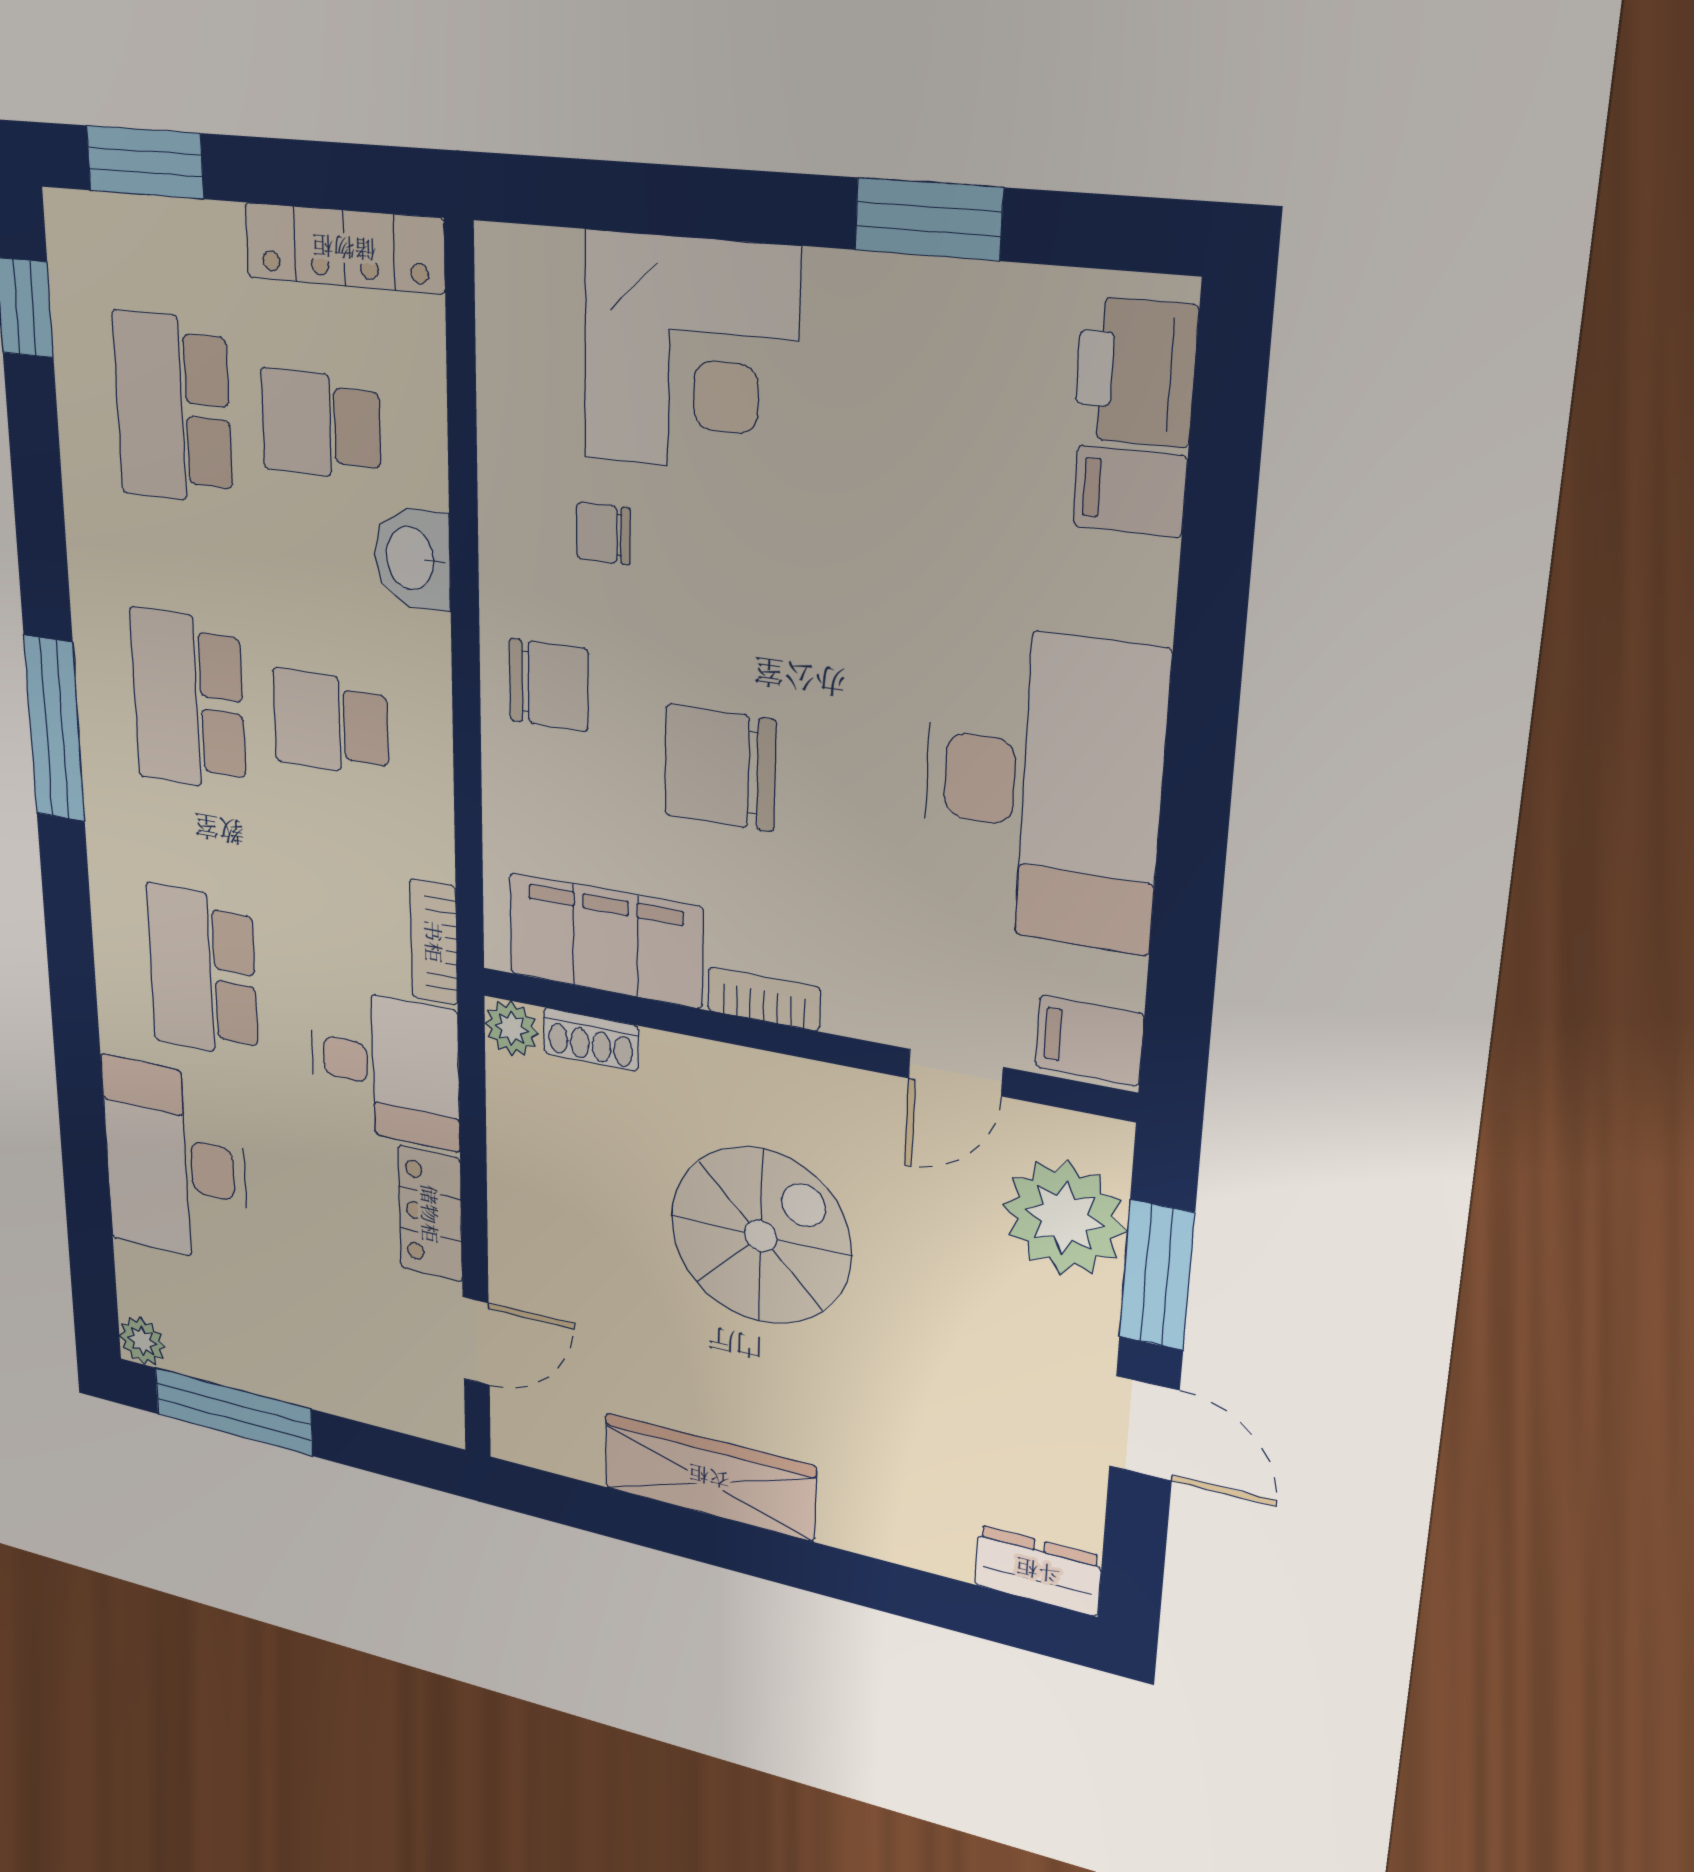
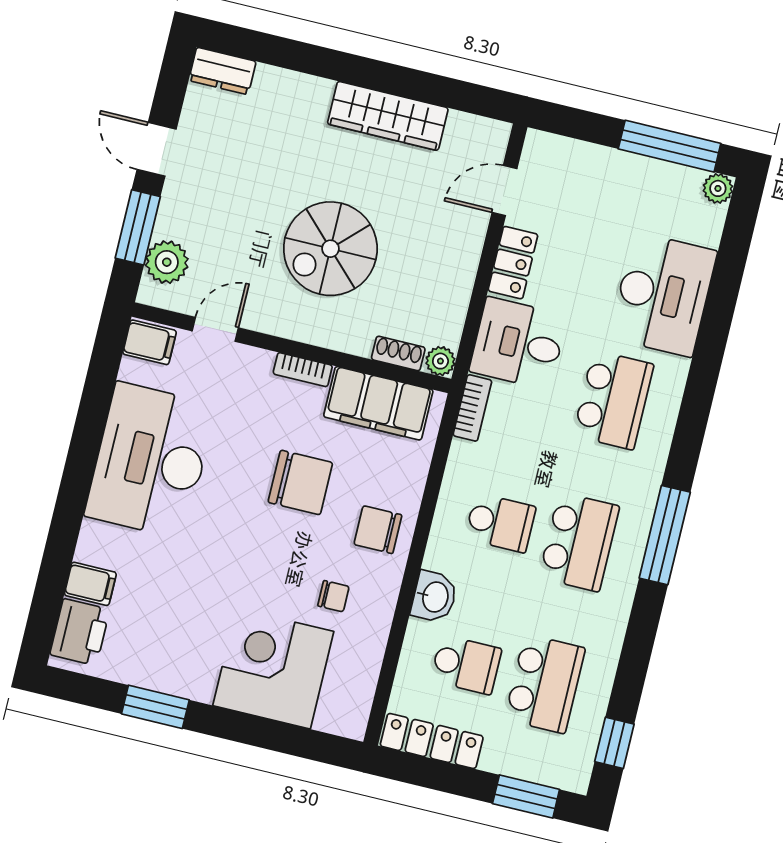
plant: (1064, 1218) -> (167, 262), width x0.73, depth x0.73

